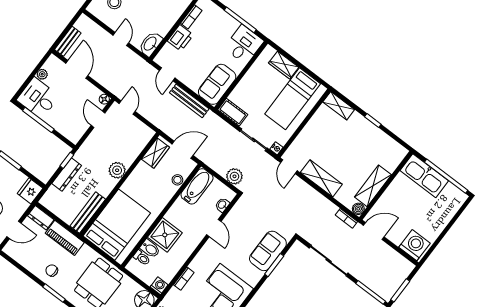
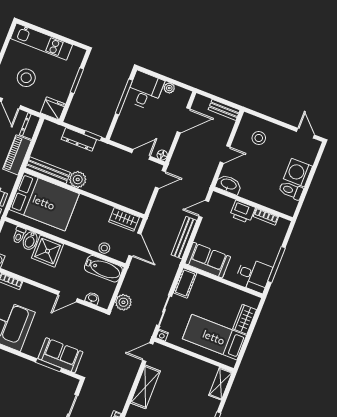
bench: (68, 41) -> (224, 110), moved
plant: (117, 170) -> (78, 179), moved

